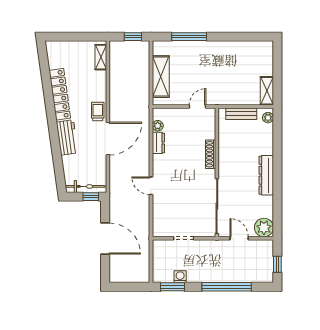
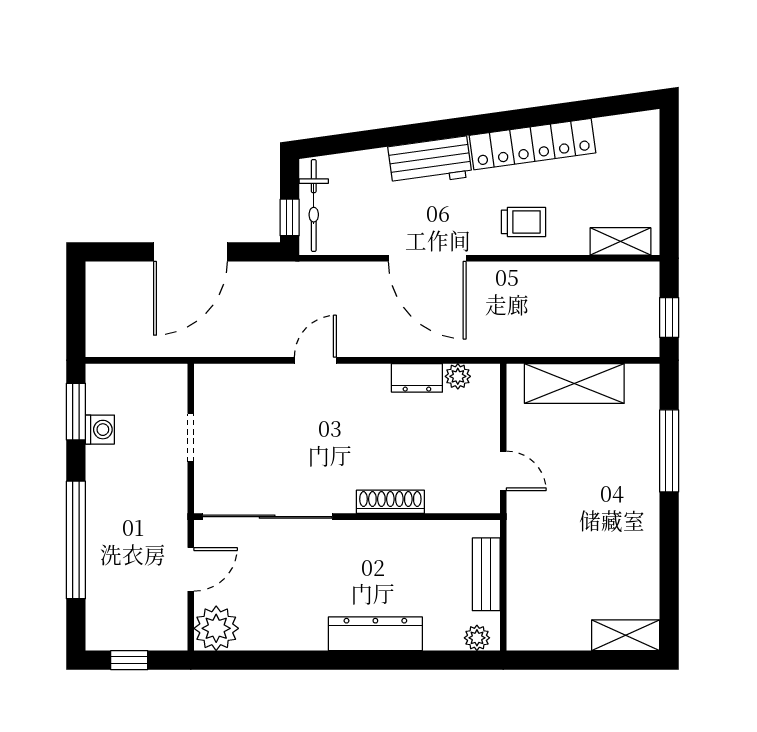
shelving: (267, 91) -> (626, 635), moved
trolley: (98, 111) -> (523, 222), moved
dresser: (266, 175) -> (375, 634), moved

